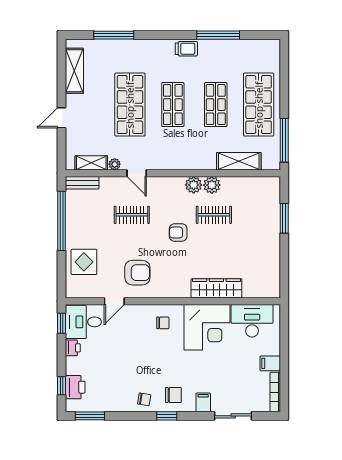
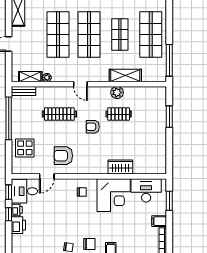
shop shelf: (173, 105) -> (89, 34), width x1.43, depth x1.36
shelving: (239, 161) -> (125, 75), moved
door: (137, 173) -> (80, 84), moved
plant: (194, 185) -> (104, 92), removed
clothes rail: (132, 215) -> (59, 114), width x1.36
armchair: (137, 273) -> (63, 156), turned 180
wardrobe: (216, 288) -> (120, 167), width x0.67
window: (284, 335) -> (169, 201), added
window: (61, 386) -> (9, 214), moved
printer: (75, 387) -> (18, 225), moved

